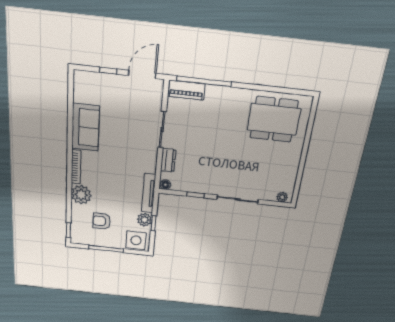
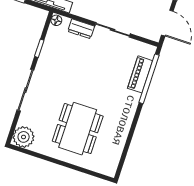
piano: (186, 90) -> (140, 74), moved
dining table: (274, 119) -> (78, 129), moved
plant: (282, 197) -> (24, 137), width x1.88, depth x1.88

